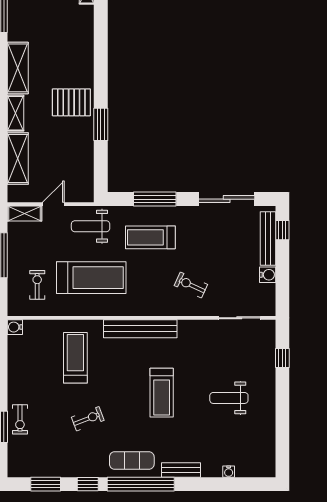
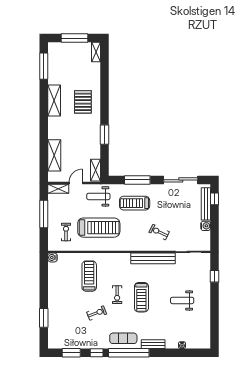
pallet: (71, 102) -> (83, 102), moved, turned 90
shelving: (15, 113) -> (95, 170), moved
bench: (140, 329) -> (153, 258), moved
exercise bike: (20, 419) -> (117, 295), moved

